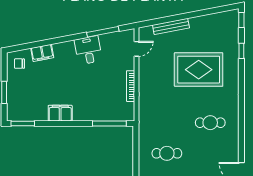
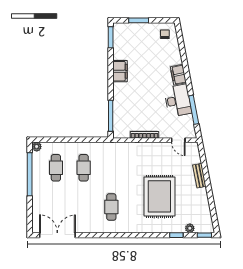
bench: (171, 26) -> (199, 176), width x0.73
plant: (234, 36) -> (190, 228), added
desk: (88, 50) -> (178, 101), width x1.37
filing cabinet: (42, 53) -> (178, 75), moved

